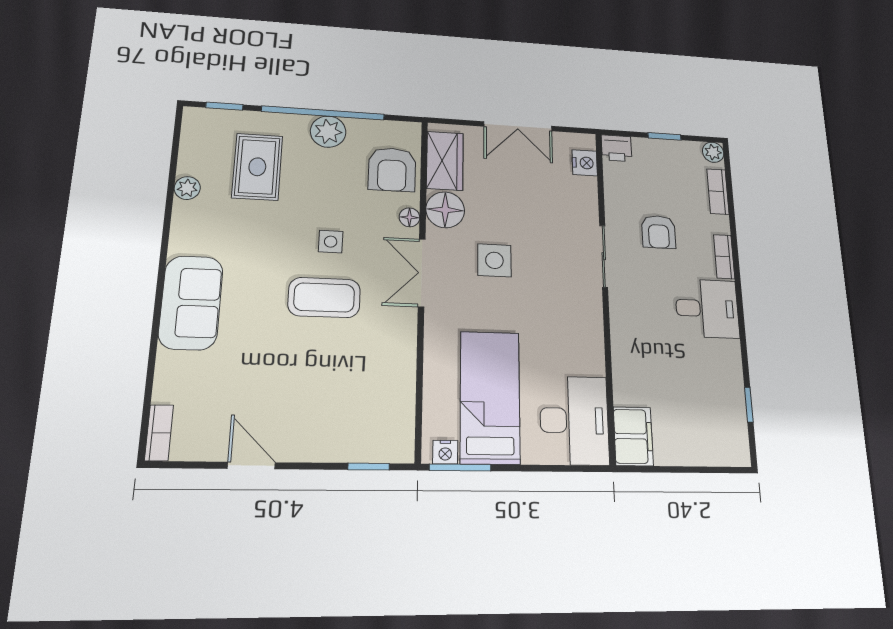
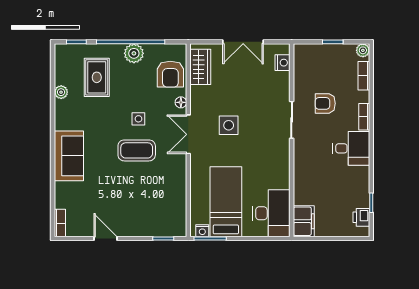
printer: (616, 148) -> (361, 217), moved, turned 90
floor lamp: (445, 210) -> (201, 97), removed
armchair: (659, 232) -> (325, 103), turned 90

